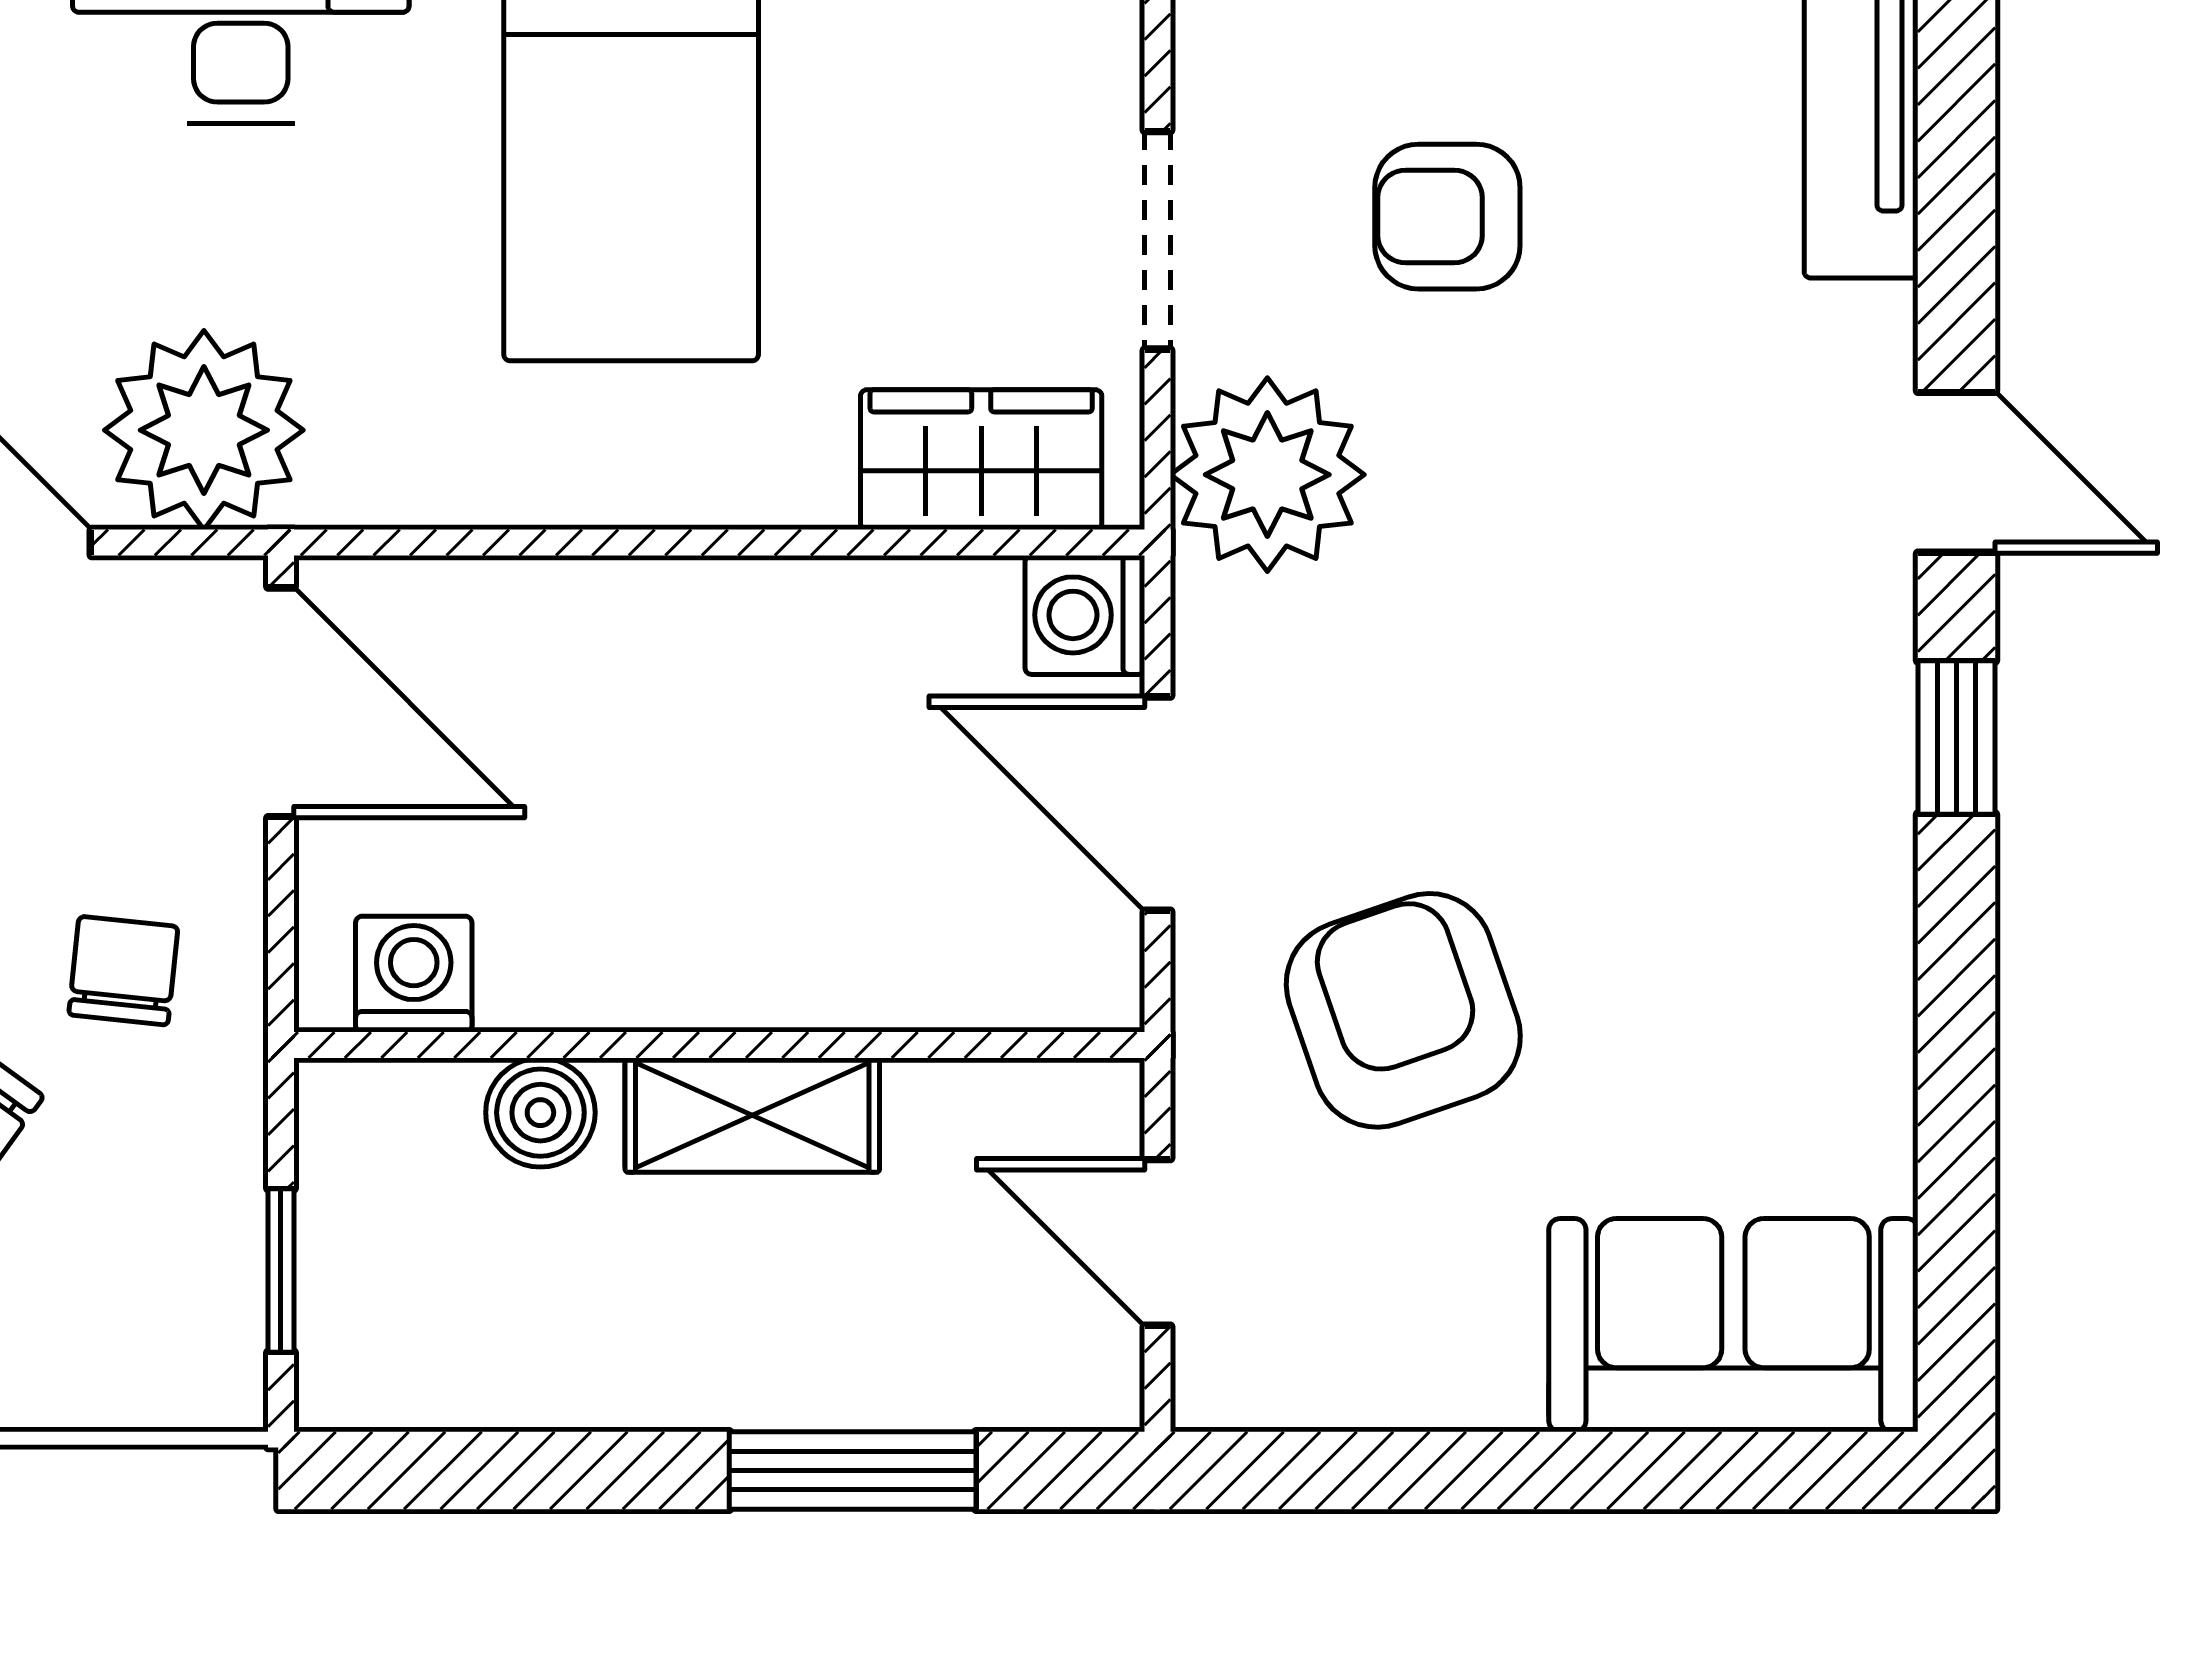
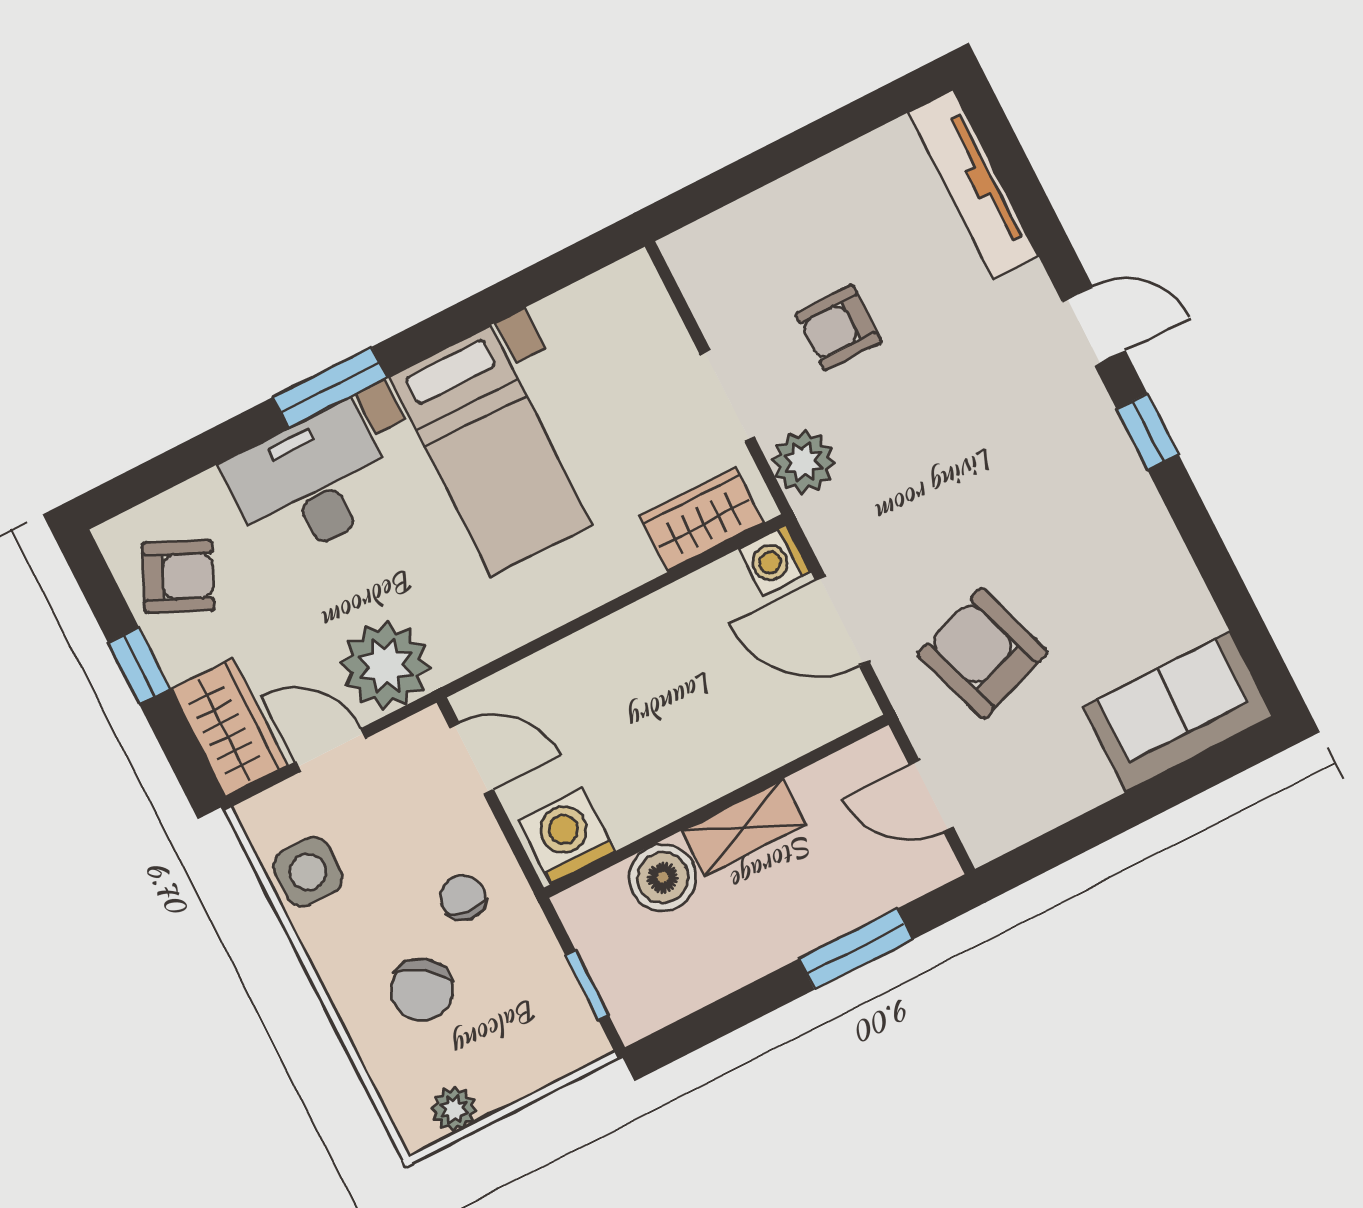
plant: (1267, 475) -> (803, 462), width x0.73, depth x0.73
door: (281, 702) -> (472, 759), width x0.73
washing machine: (414, 974) -> (567, 836), width x1.38, depth x1.38
boiler: (540, 1113) -> (663, 878), width x1.36, depth x1.36

